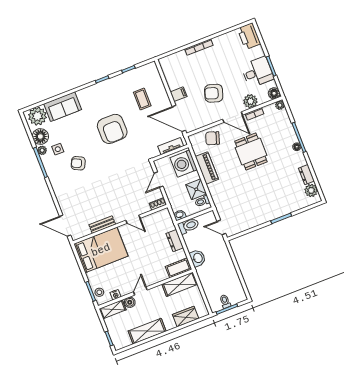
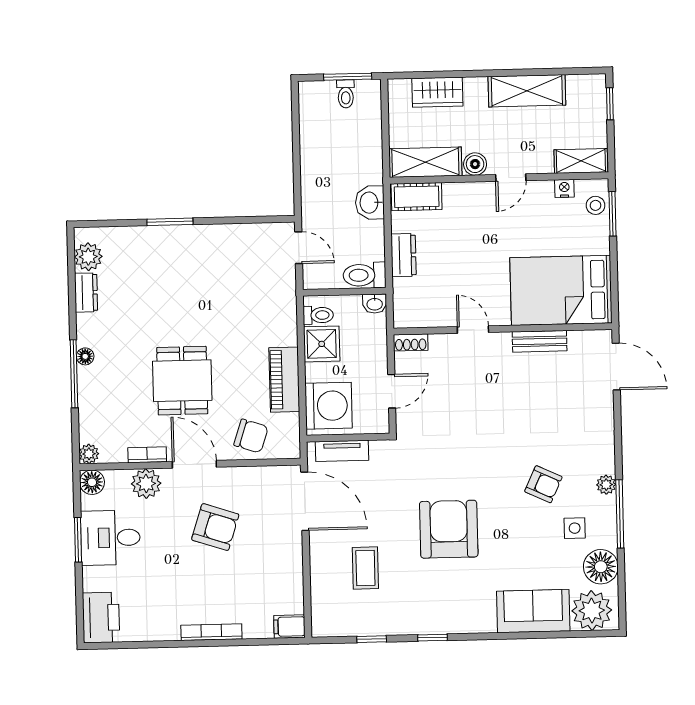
filing cabinet: (179, 94) -> (289, 627), moved
plant: (42, 150) -> (606, 485), moved
boiler: (130, 302) -> (475, 164), moved

